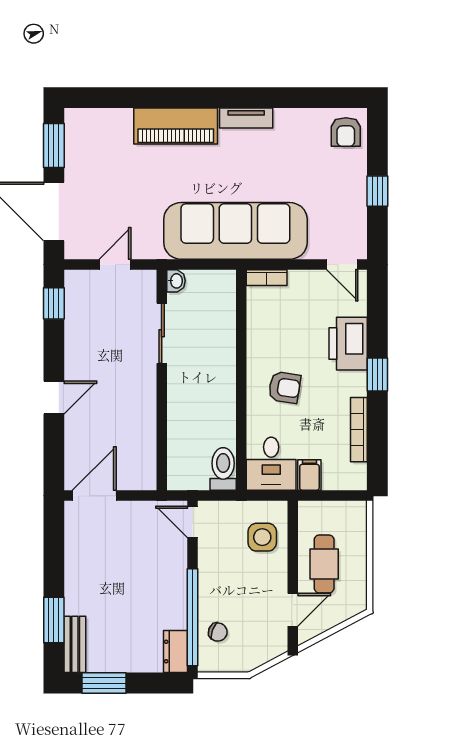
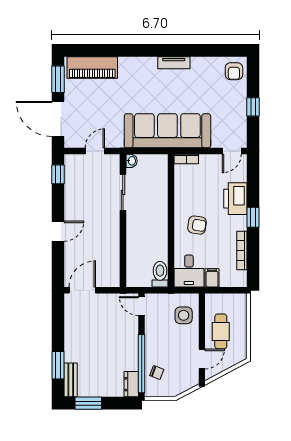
piano: (176, 126) -> (92, 67), moved
door: (342, 264) -> (232, 151), hinge flipped

